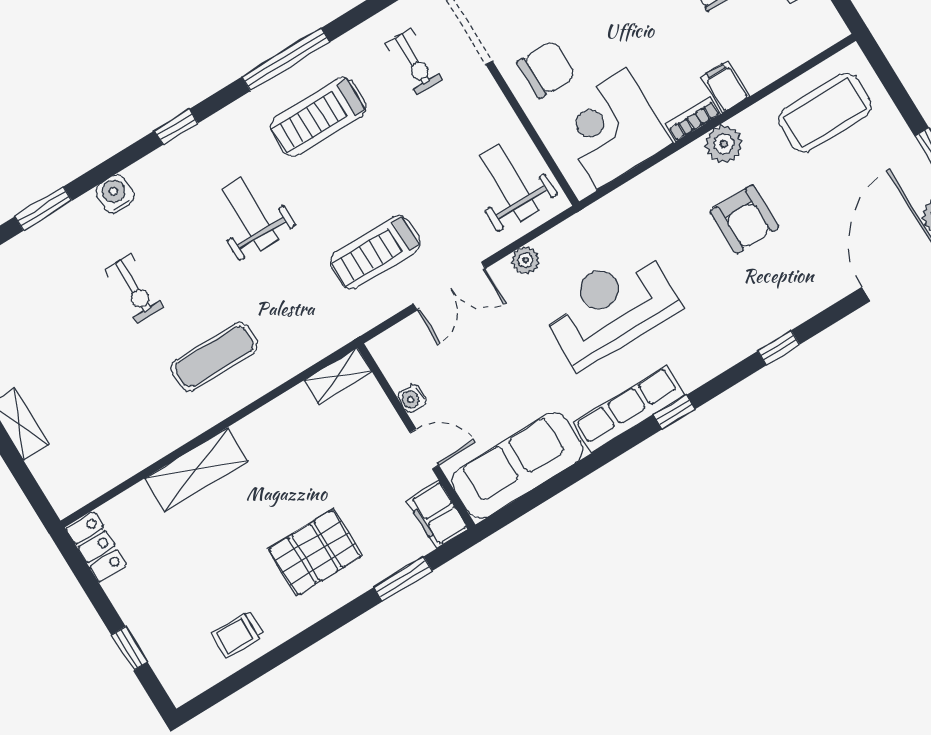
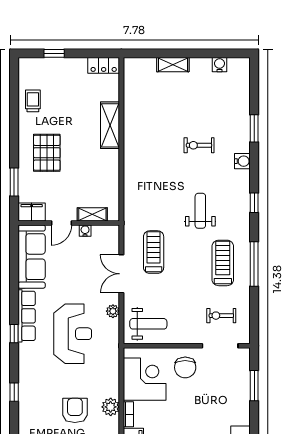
plant: (724, 144) -> (111, 407), moved
weight bench: (250, 214) -> (200, 211), turned -90
armchair: (744, 219) -> (75, 410), turned 90
exercise mat: (214, 357) -> (151, 161), removed
shelving: (338, 376) -> (92, 214), moved, turned 90

